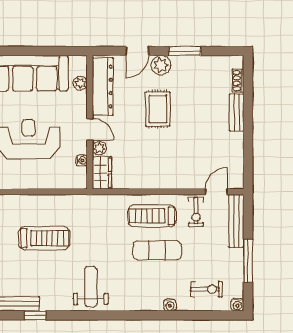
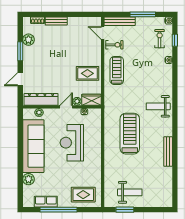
door: (137, 51) -> (20, 79), swing flipped
plant: (161, 65) -> (28, 40), moved
rug: (158, 109) -> (87, 73), moved
treadmill: (152, 216) -> (117, 71), turned 180
treadmill: (44, 238) -> (130, 134), width x1.37, depth x1.38
exercise mat: (157, 250) -> (137, 68), removed
window: (35, 315) -> (175, 40), moved

